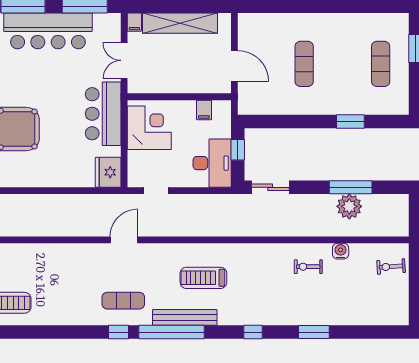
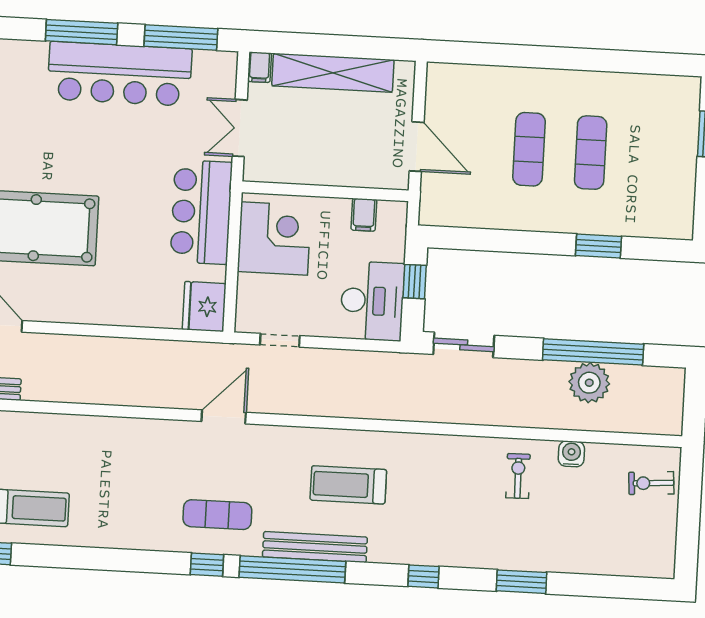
exercise mat: (381, 64) -> (591, 153), moved
window: (351, 187) -> (593, 352), width x1.46
exercise bike: (308, 267) -> (518, 476), turned 89

